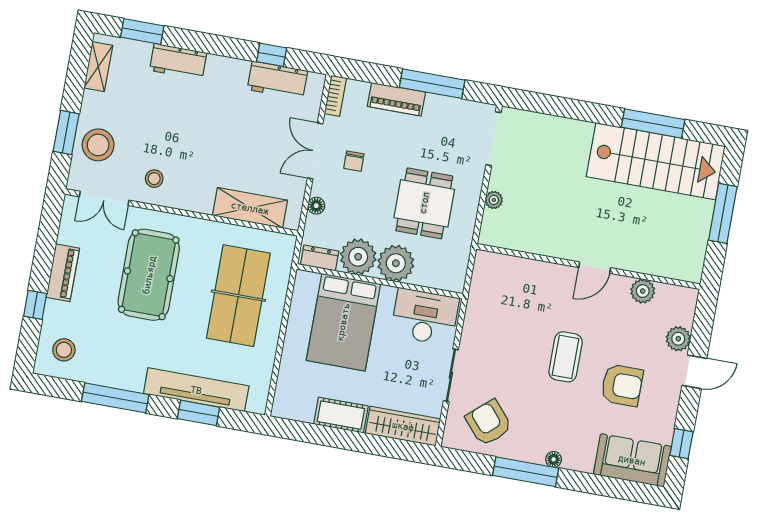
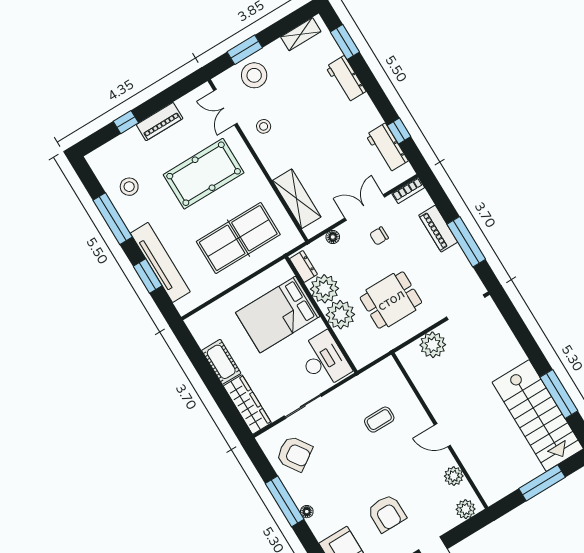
plant: (494, 200) -> (433, 345), width x1.88, depth x1.88
plant: (678, 339) -> (466, 509), moved
stool: (64, 350) -> (129, 187), moved
coffee table: (566, 357) -> (379, 420), moved, width x0.73, depth x0.77
armchair: (489, 423) -> (294, 454), turned 97

